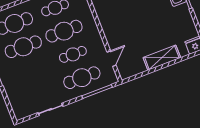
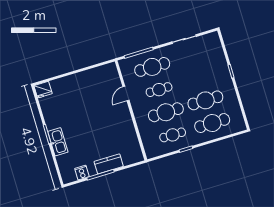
shelving: (162, 58) -> (75, 80), removed
door: (112, 59) -> (126, 93), moved

